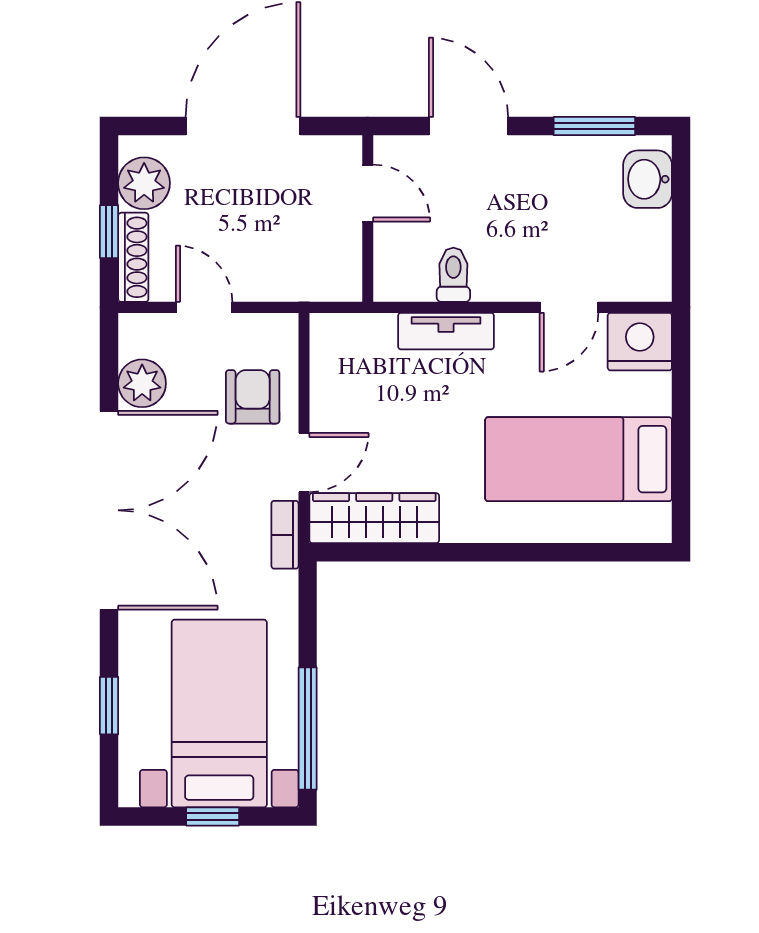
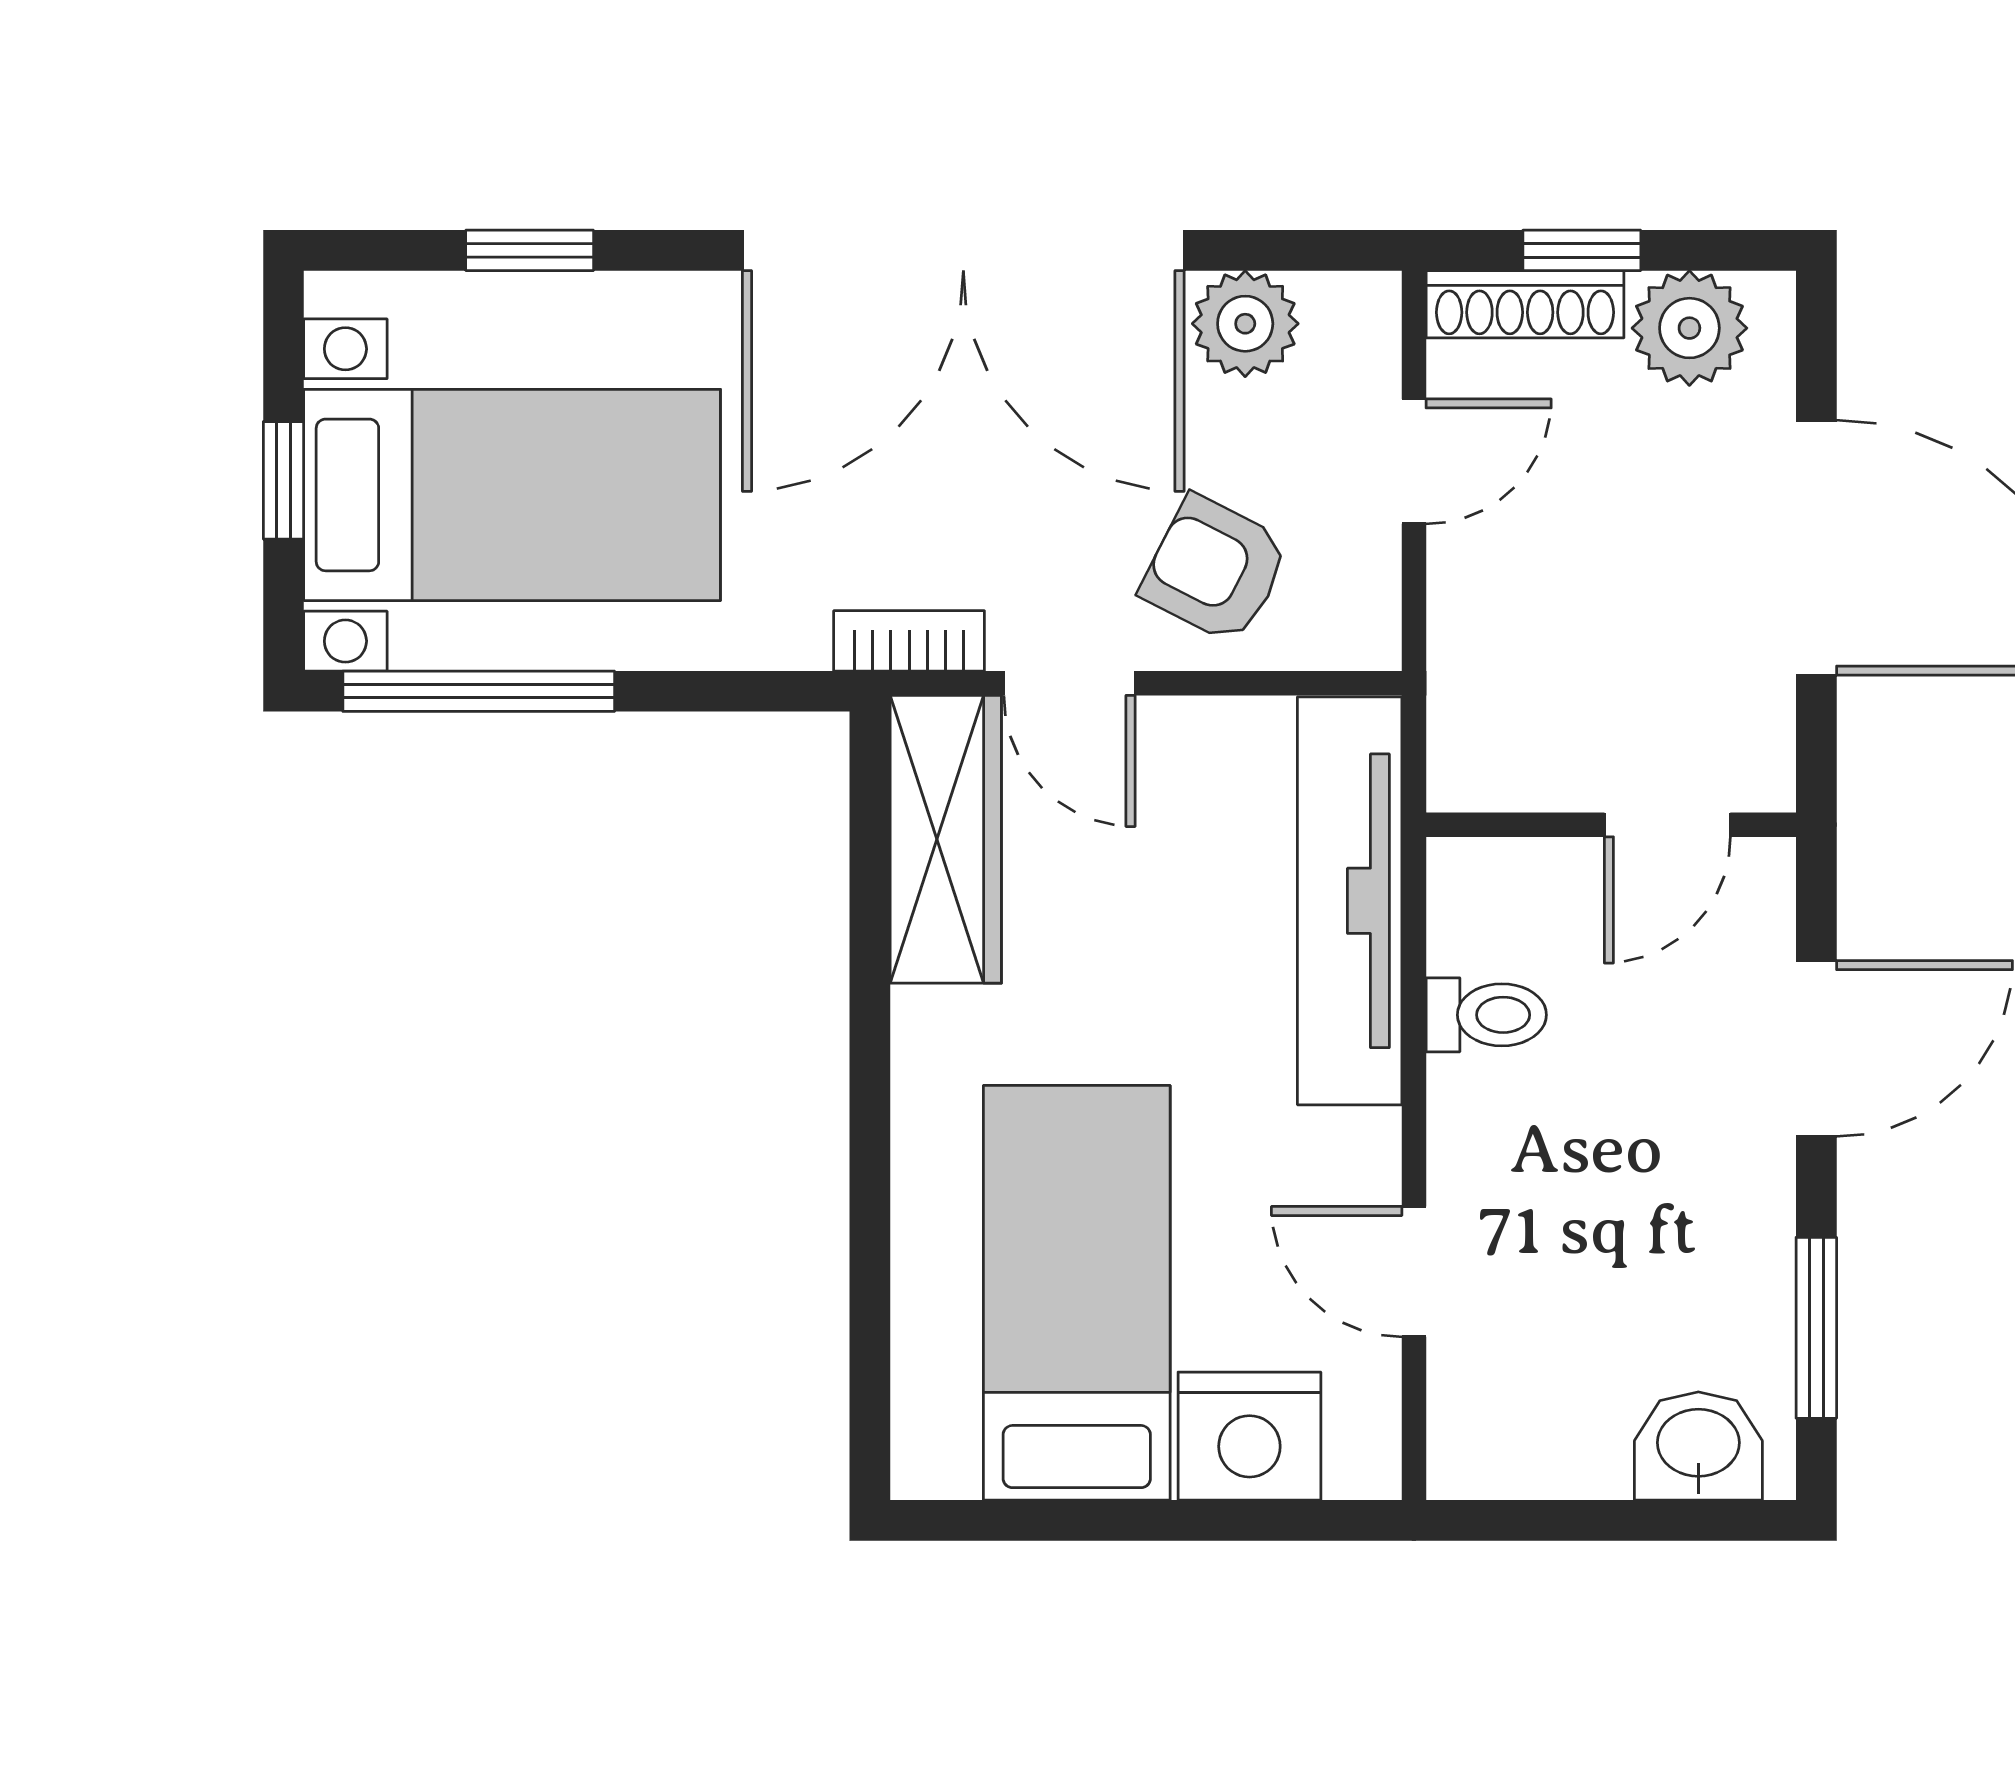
tv unit: (446, 331) -> (1350, 901), width x1.92, depth x1.29
nightstand: (640, 342) -> (1249, 1436), moved, turned 90
armchair: (253, 397) -> (1215, 569), turned -153

